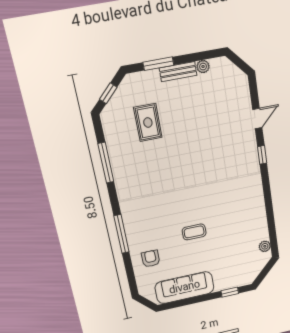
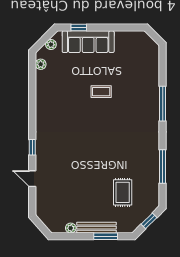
bench: (178, 72) -> (96, 228), width x1.36
door: (257, 119) -> (32, 179), hinge flipped
armchair: (151, 259) -> (143, 76), removed
plant: (257, 269) -> (51, 45), added
sofa: (185, 288) -> (88, 42), moved

